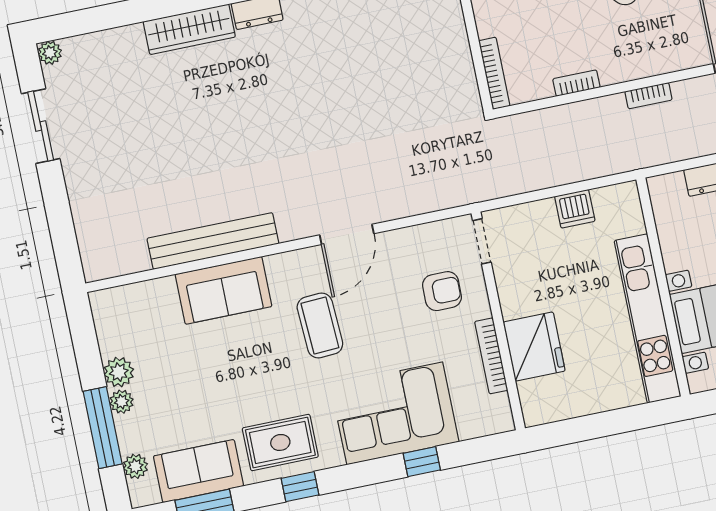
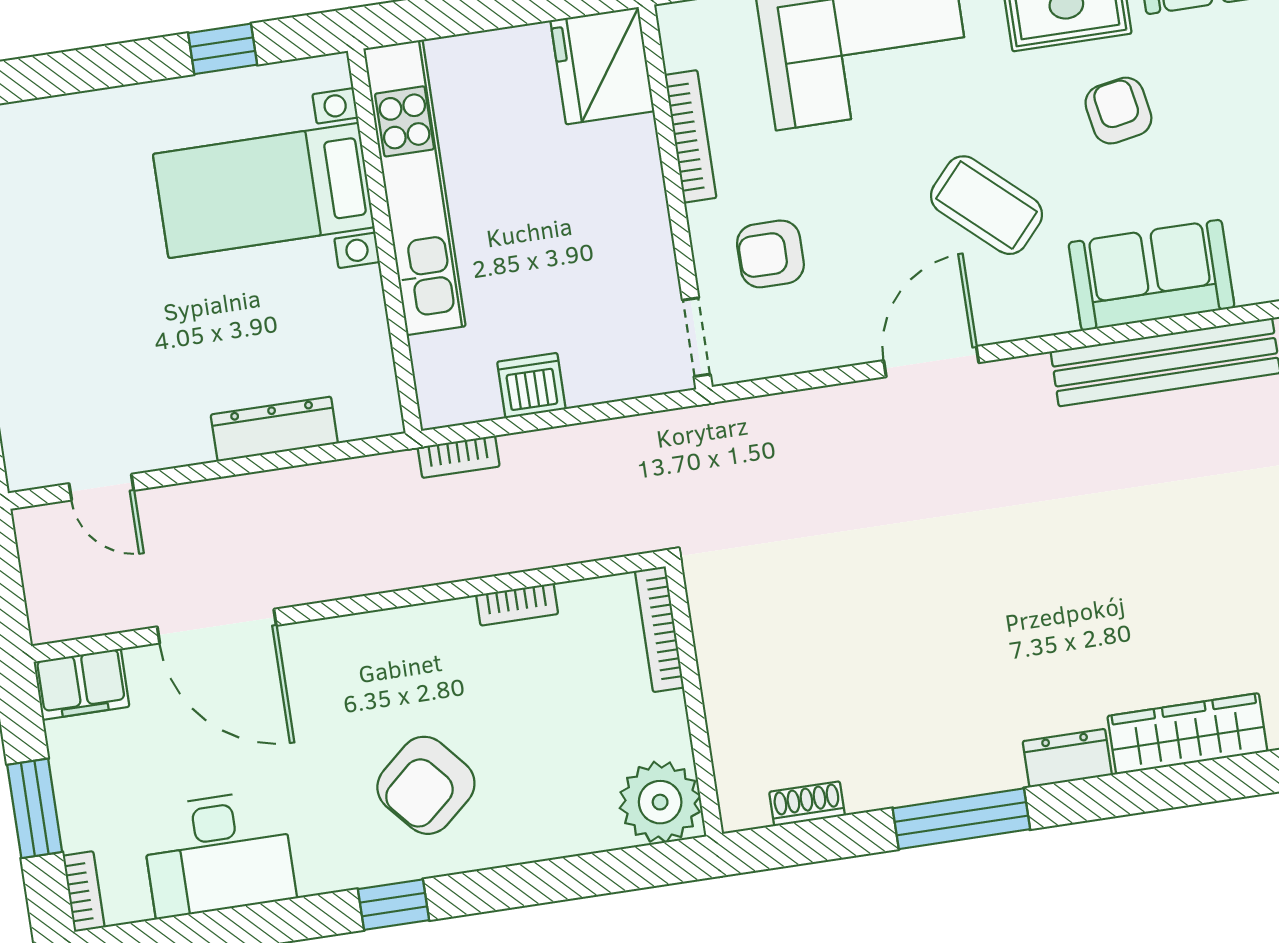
bookcase: (648, 96) -> (459, 457), moved, turned 180
coffee table: (320, 326) -> (986, 205), turned -45
fridge: (534, 347) -> (602, 66), moved
armchair: (247, 383) -> (1118, 111), added

